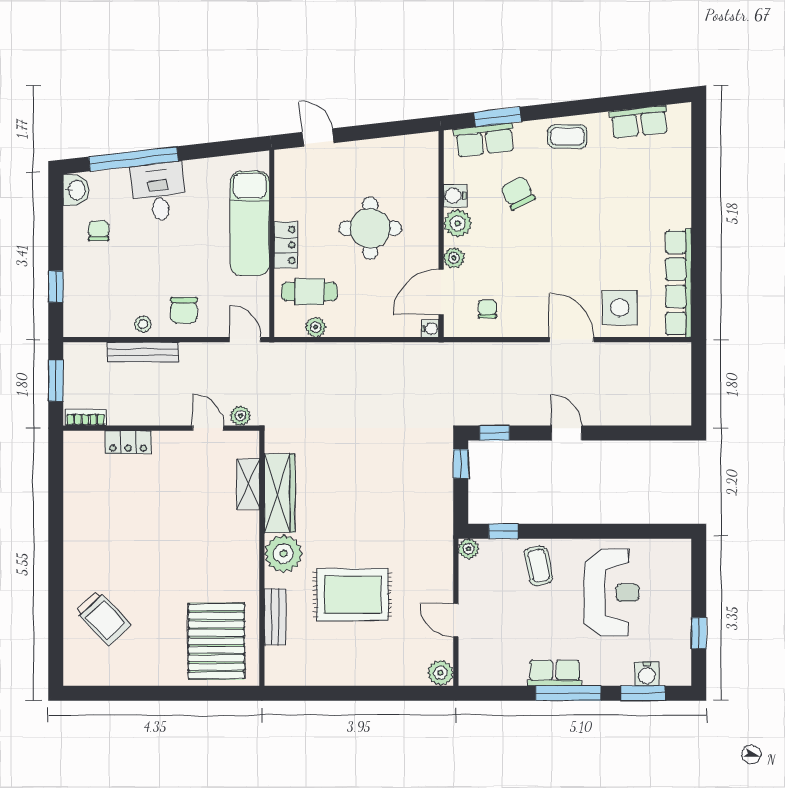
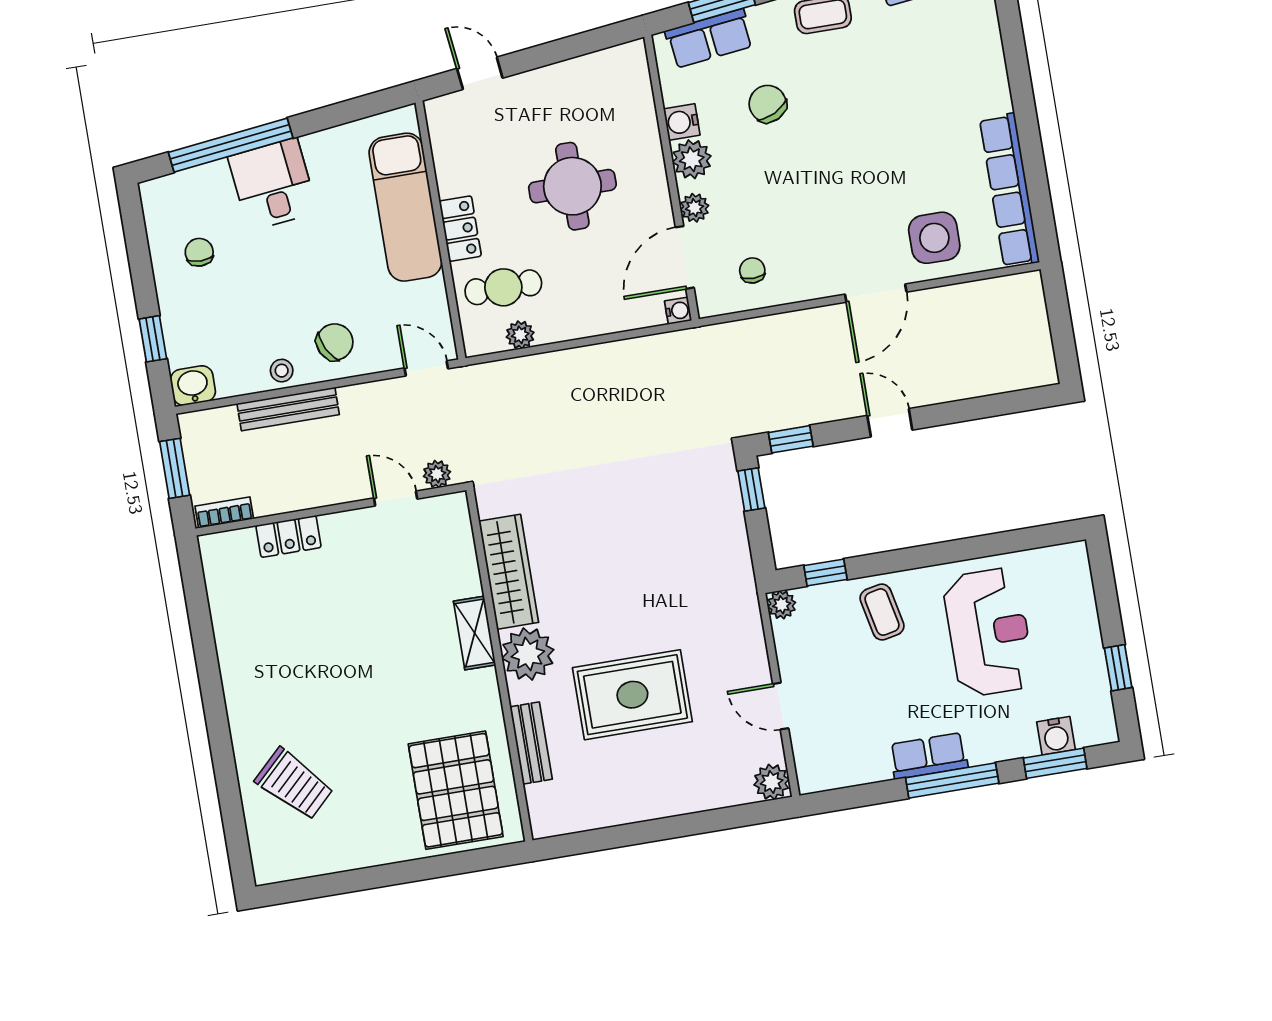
washbasin: (76, 190) -> (193, 386), moved, turned -90
chair: (184, 310) -> (335, 342), turned -117
door: (572, 340) -> (876, 293), swing flipped
shelving: (248, 484) -> (475, 633), moved

